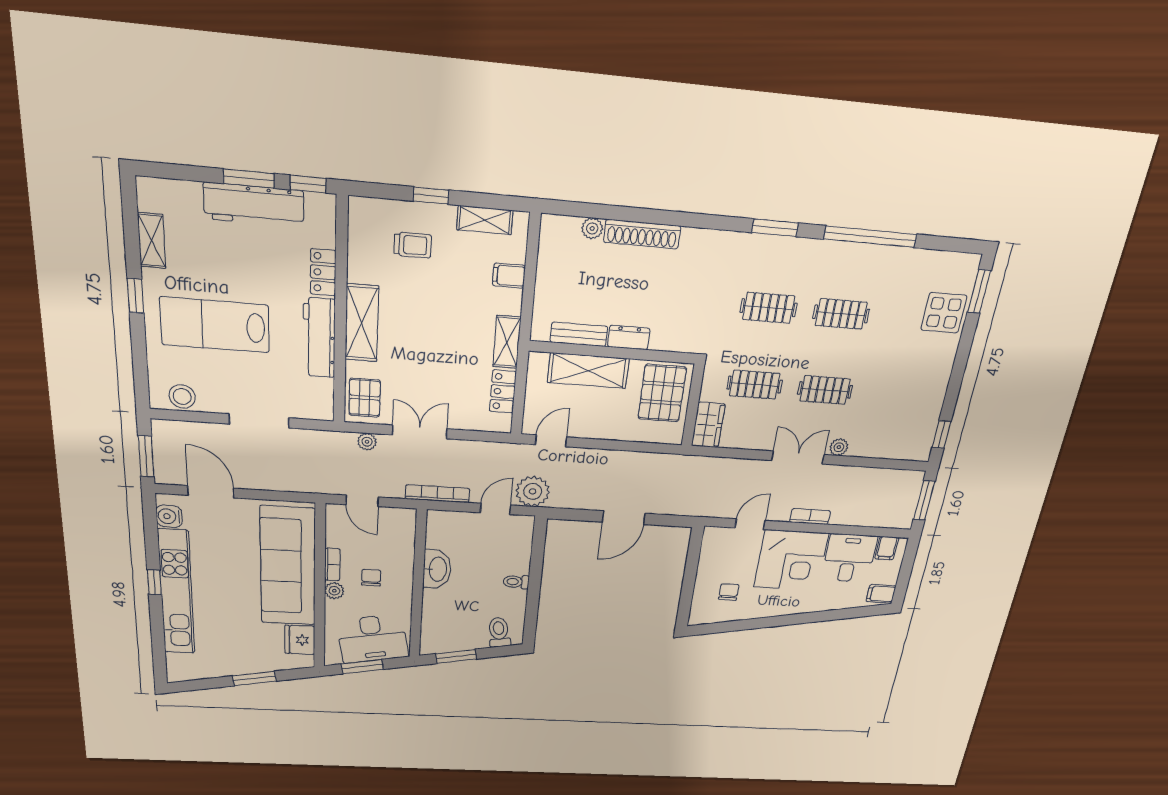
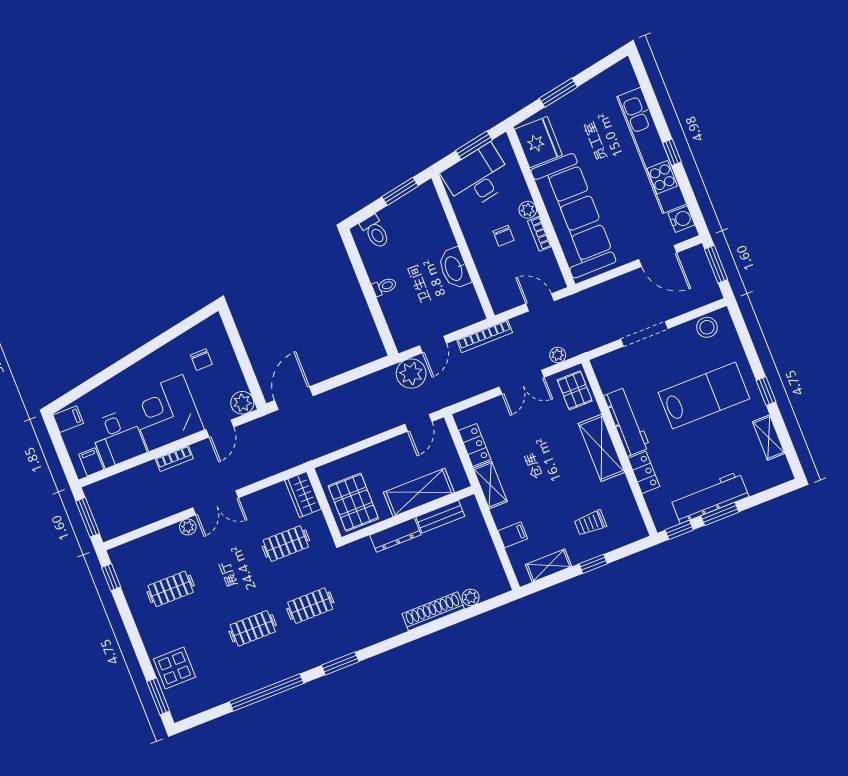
dresser: (629, 338) -> (395, 535), width x1.44
clothes rail: (825, 390) -> (171, 589), moved
door: (624, 518) -> (294, 398), moved
plant: (715, 538) -> (242, 403), added
fridge: (300, 640) -> (538, 142), width x1.36, depth x1.34

